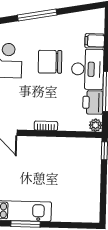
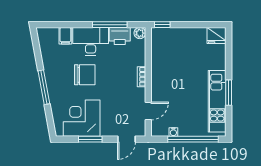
chair: (50, 62) -> (85, 75), turned -89
fridge: (90, 212) -> (216, 35), added

